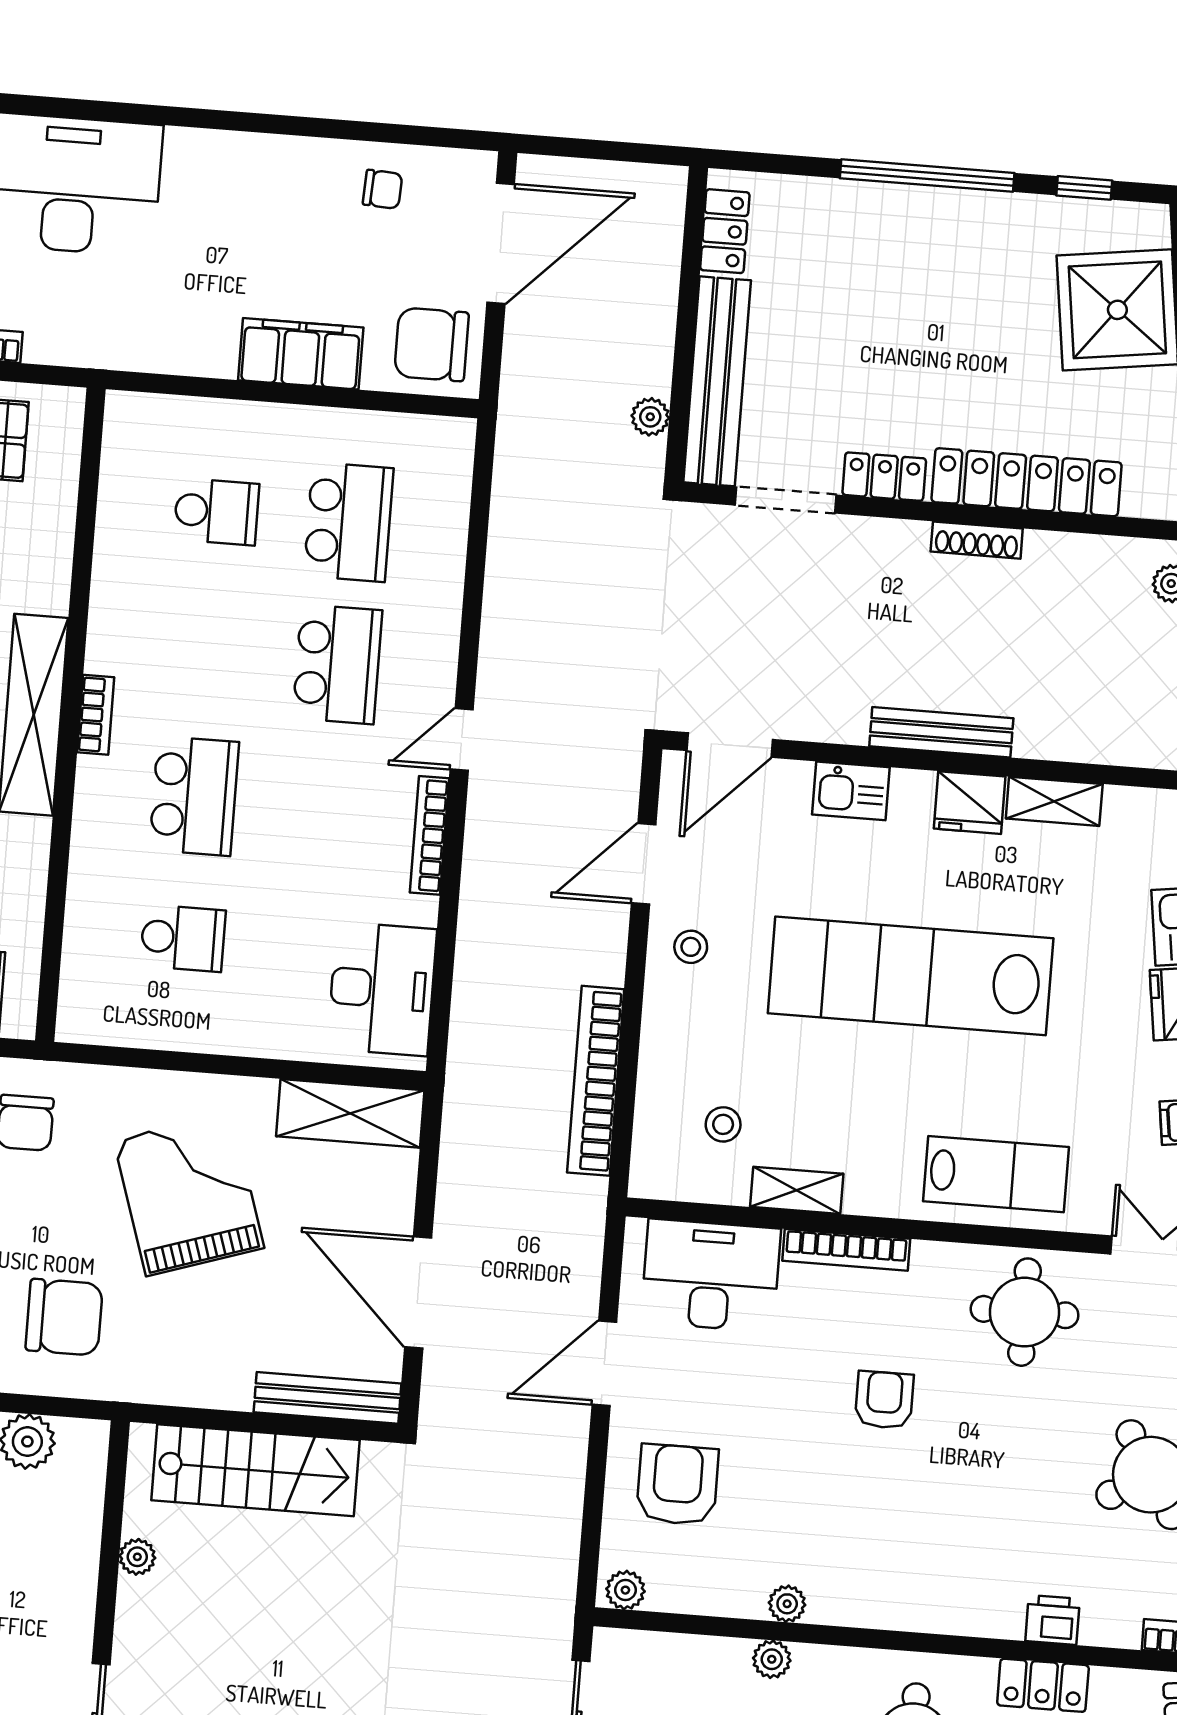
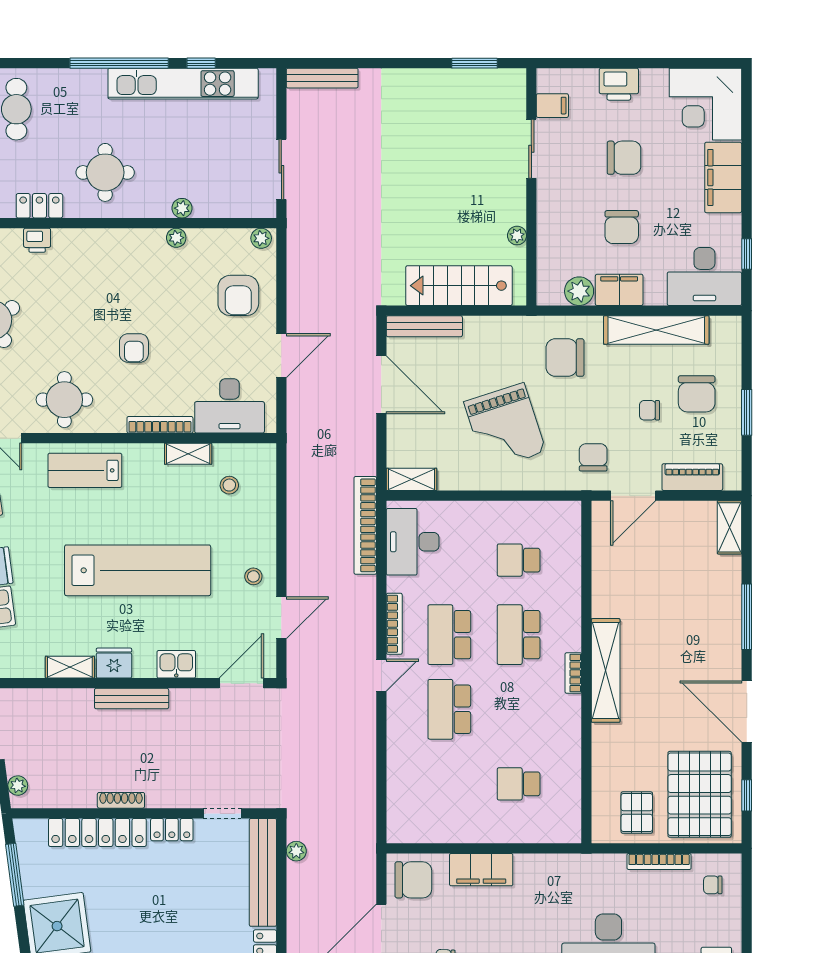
doorway: (786, 500) -> (222, 813), width x0.73
school desk: (349, 522) -> (449, 635), moved
bookcase: (596, 1081) -> (365, 525), moved, turned 180
shelving: (350, 1113) -> (412, 479), width x0.67, depth x0.75

